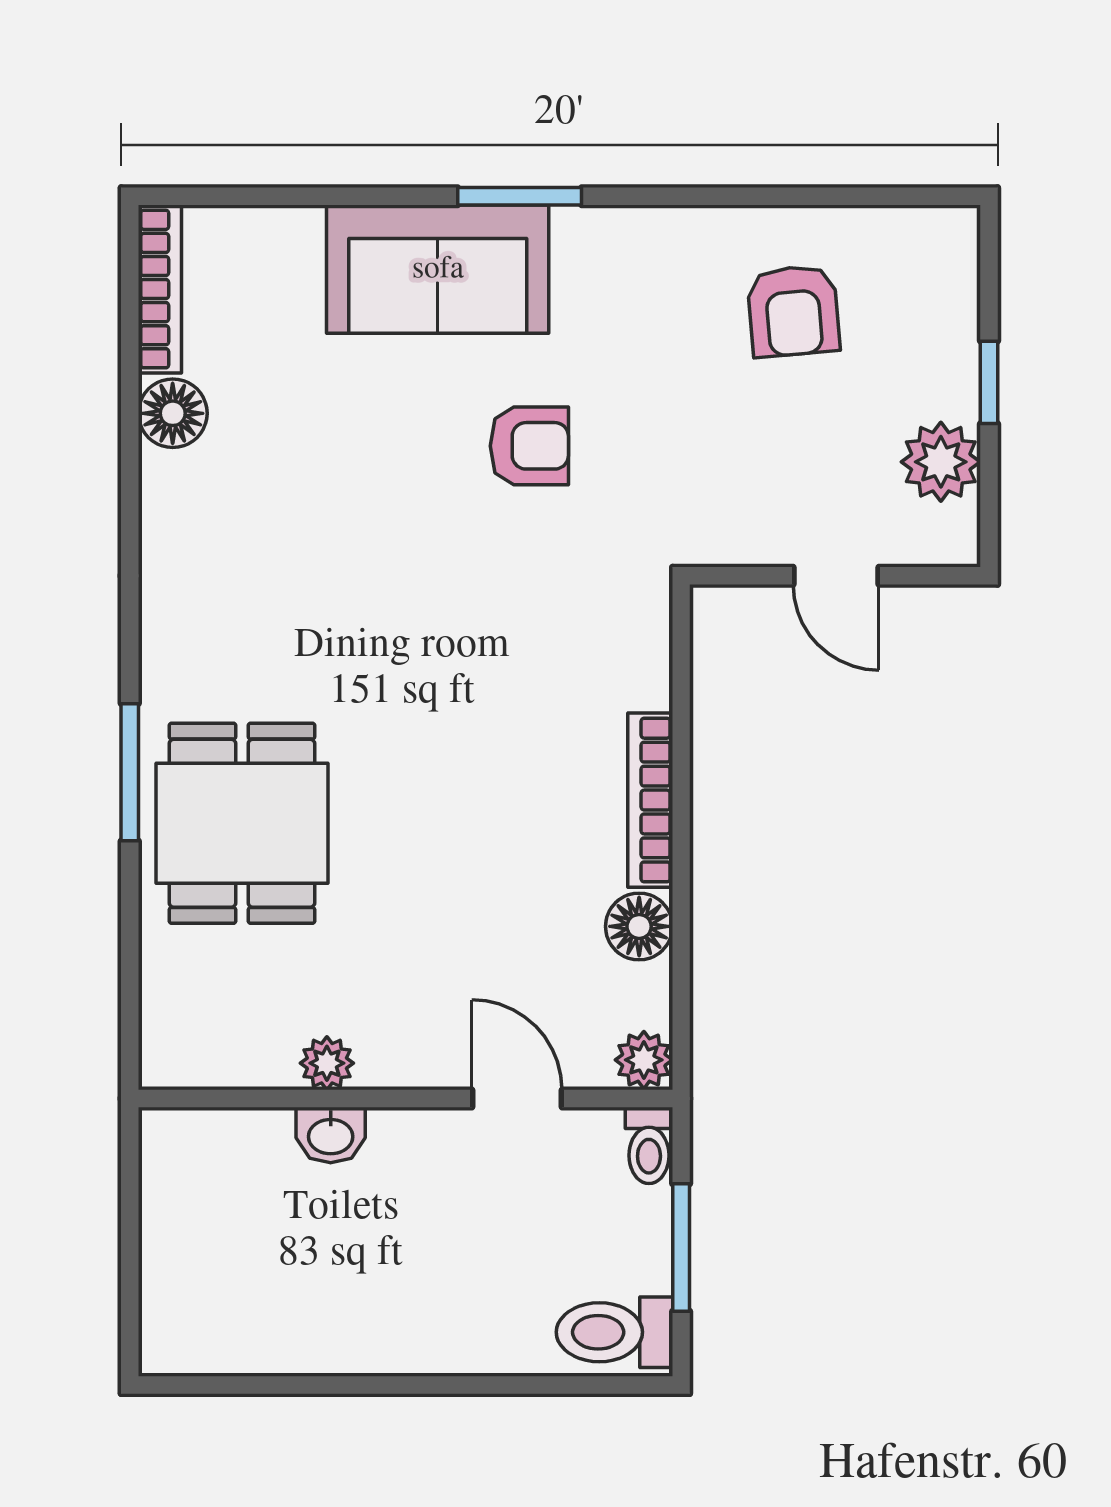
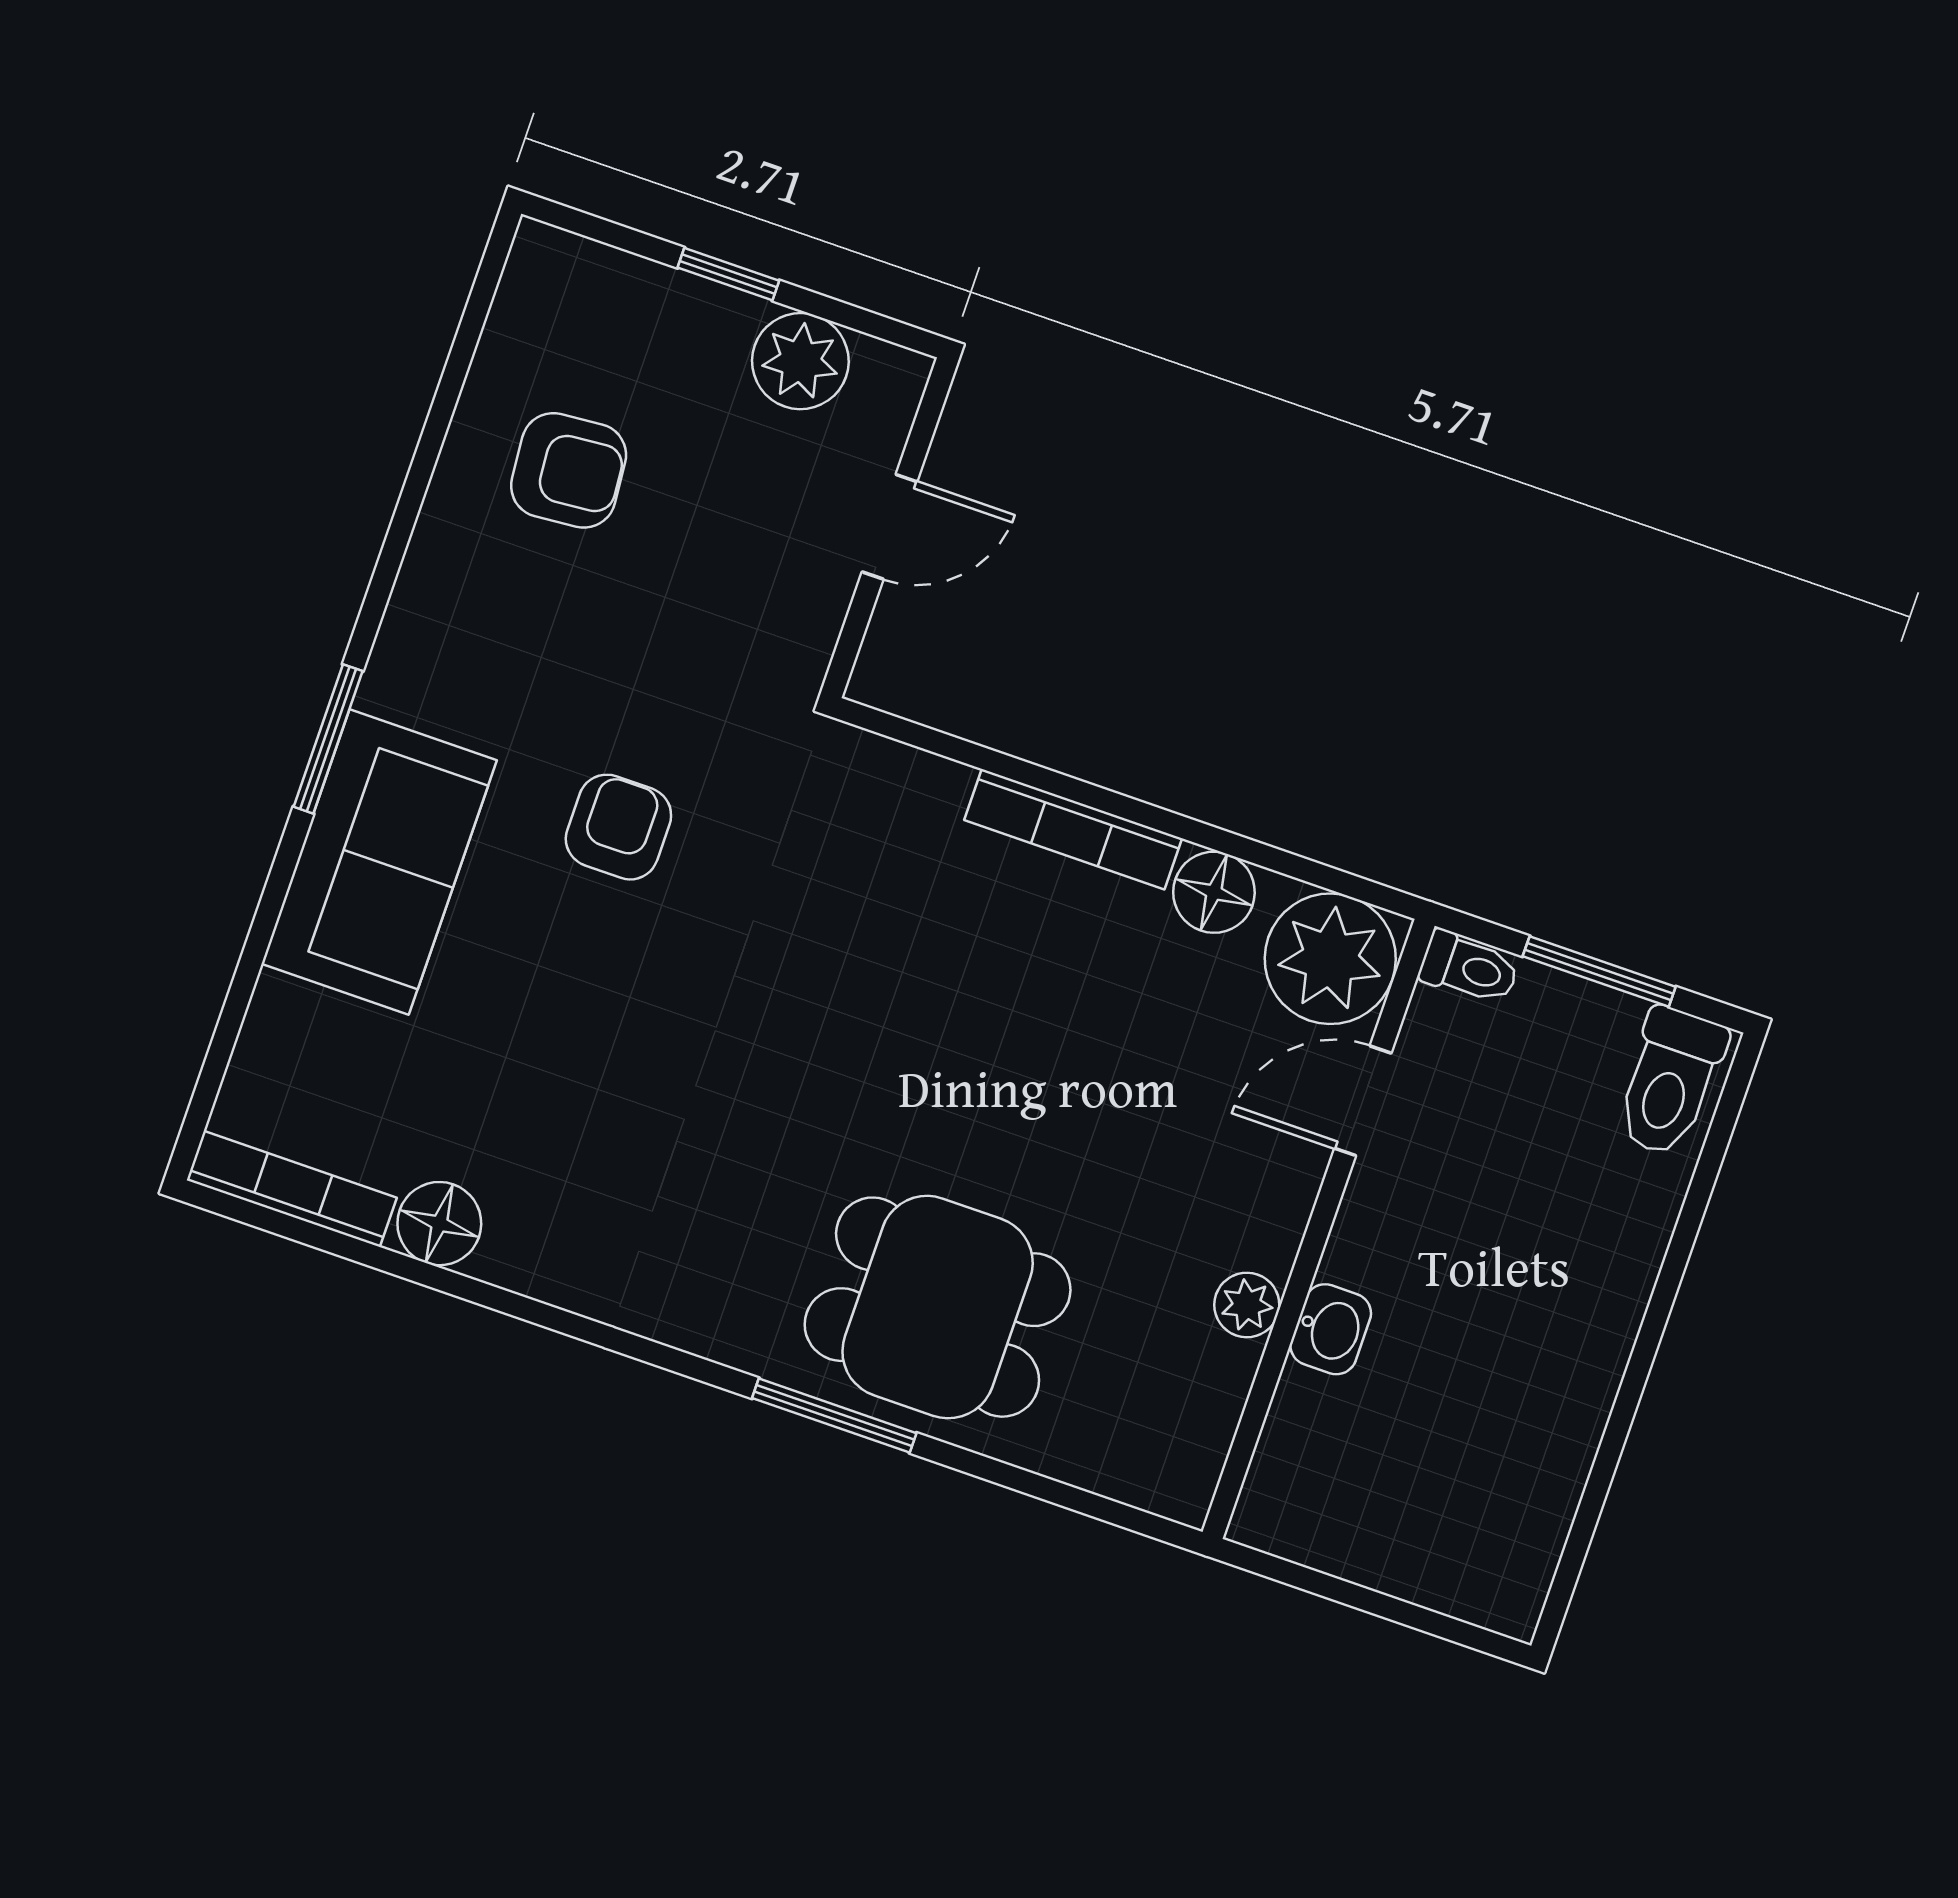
plant: (644, 1060) -> (1330, 959), width x1.87, depth x1.87

